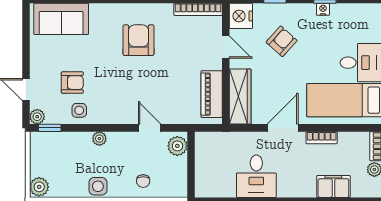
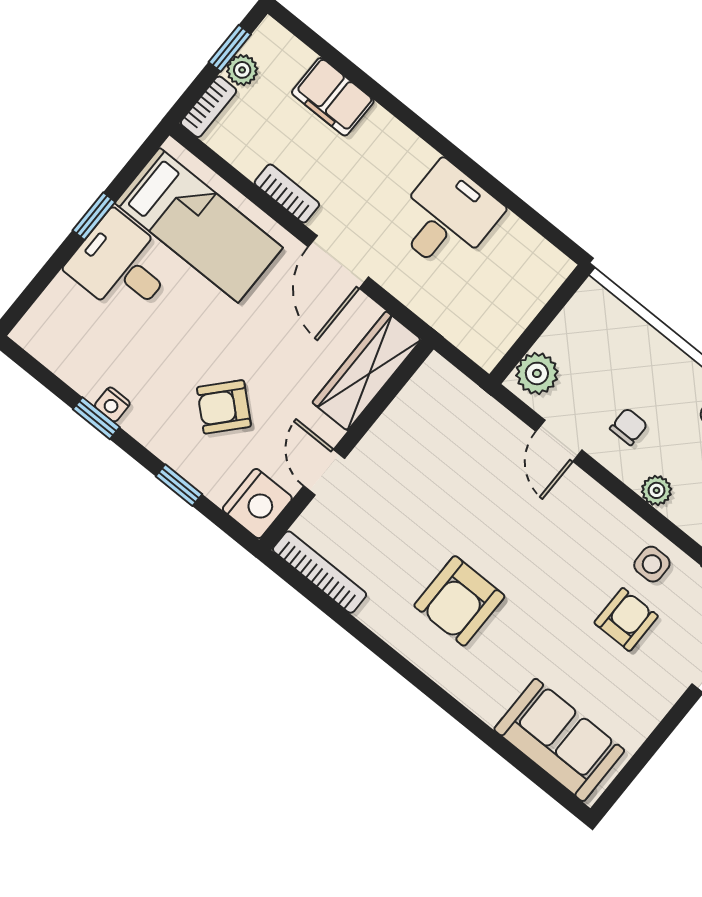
armchair: (72, 83) -> (626, 619), turned 90
piano: (212, 94) -> (411, 413), removed
door: (283, 128) -> (338, 262), hinge flipped
chair: (143, 181) -> (629, 427), moved

